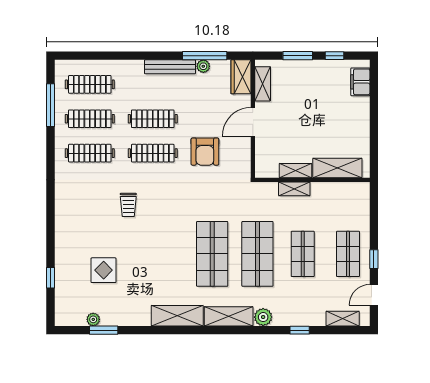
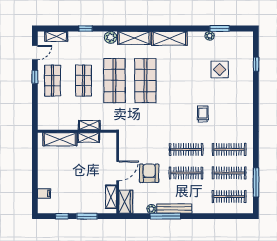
window: (205, 56) -> (165, 216), moved
filing cabinet: (360, 82) -> (44, 193), width x0.50
armchair: (205, 152) -> (149, 173), moved
plant: (93, 319) -> (210, 36), moved

